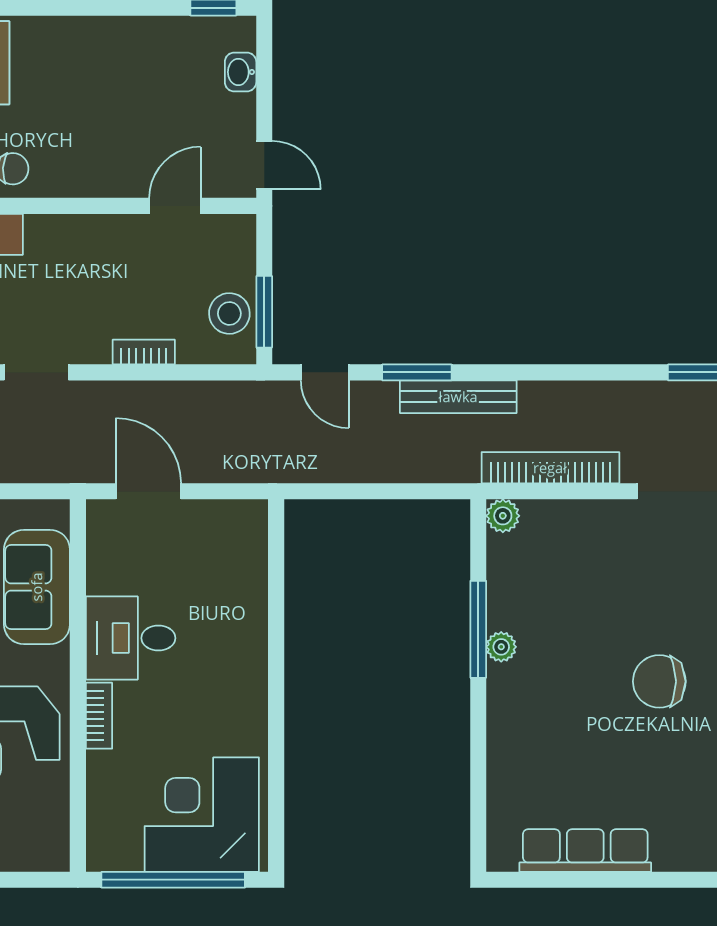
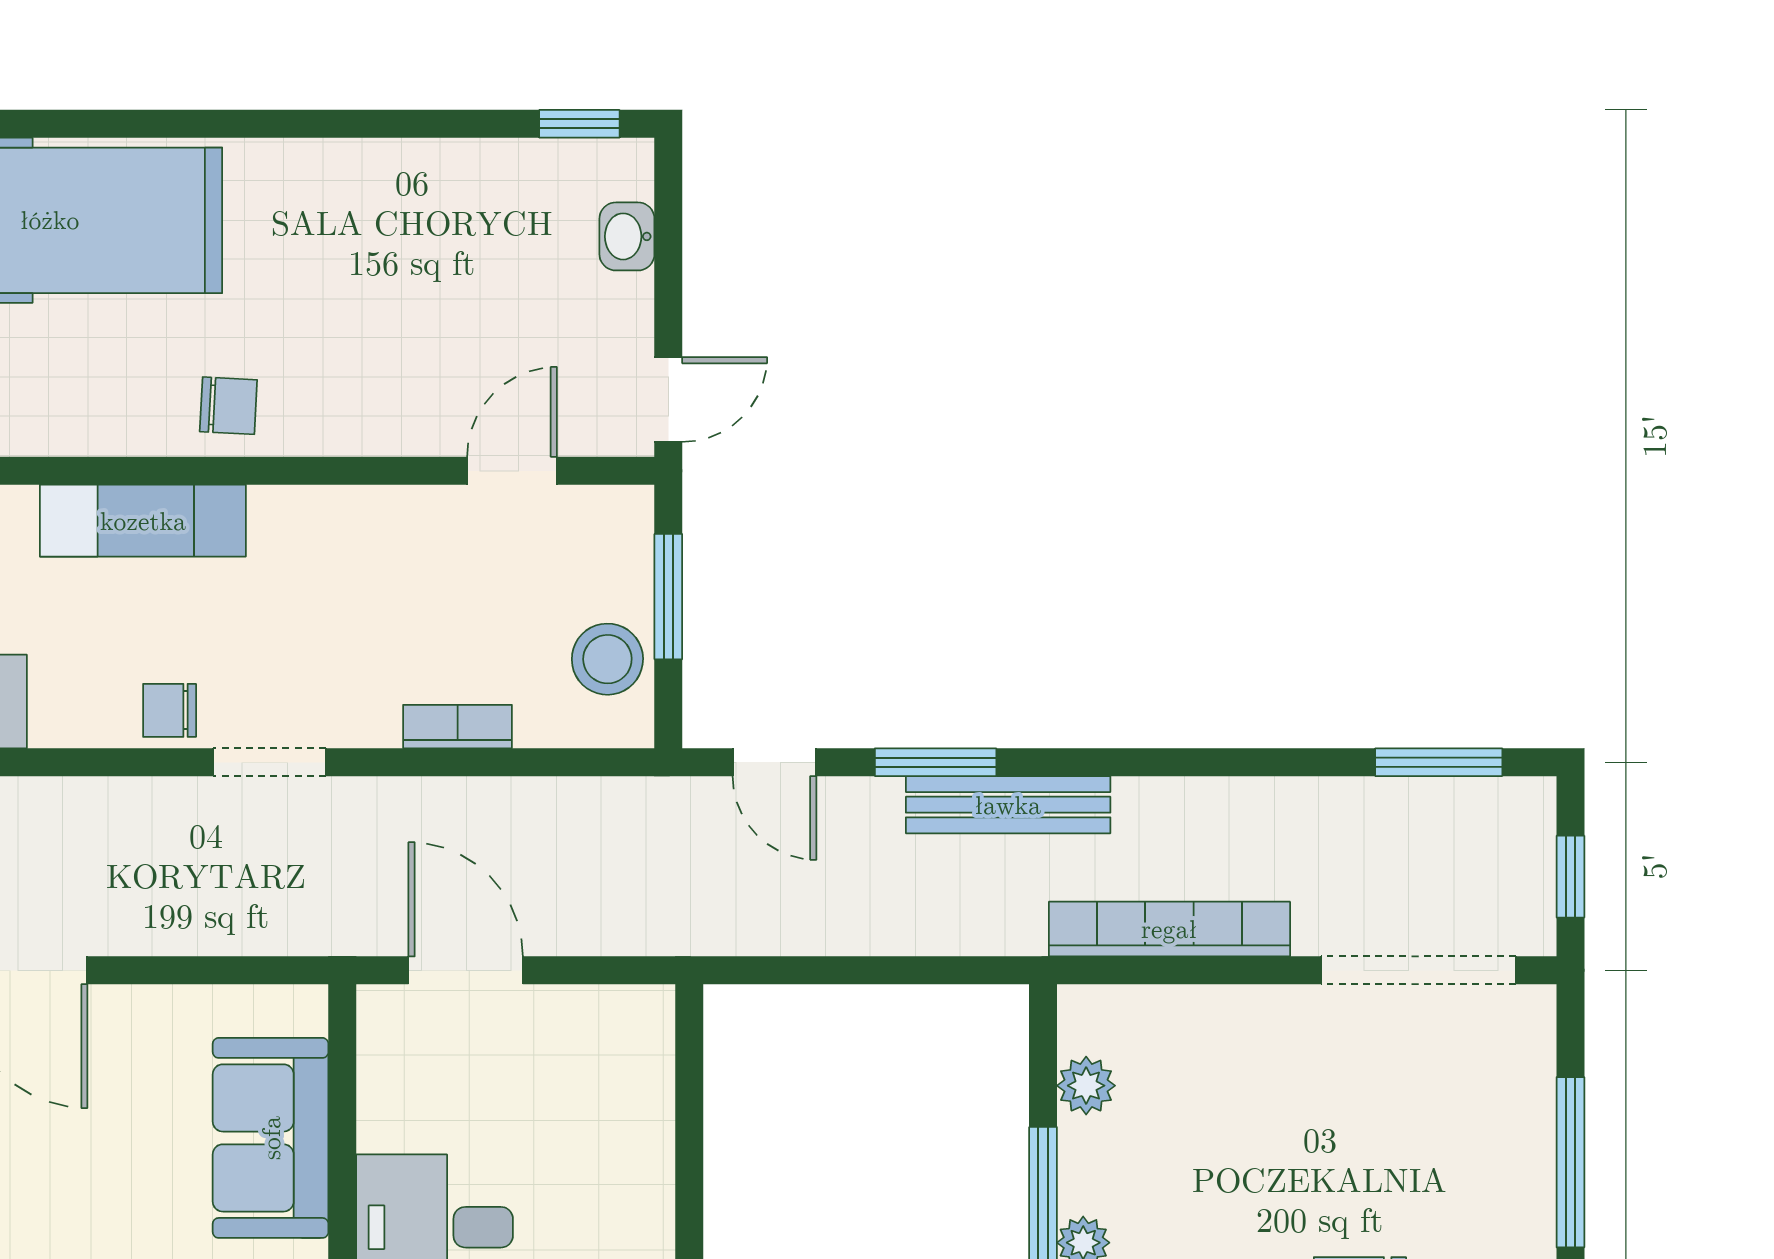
door: (264, 165) -> (668, 400), hinge flipped
window: (264, 312) -> (668, 597), moved
plant: (503, 516) -> (1086, 1086), moved

